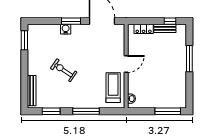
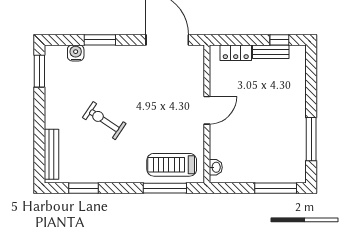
window: (71, 21) -> (100, 40), moved
water cooler: (66, 29) -> (76, 53), moved
window: (189, 59) -> (311, 139), moved
treadmill: (113, 88) -> (172, 165), moved, turned -90
window: (86, 111) -> (165, 188), moved

